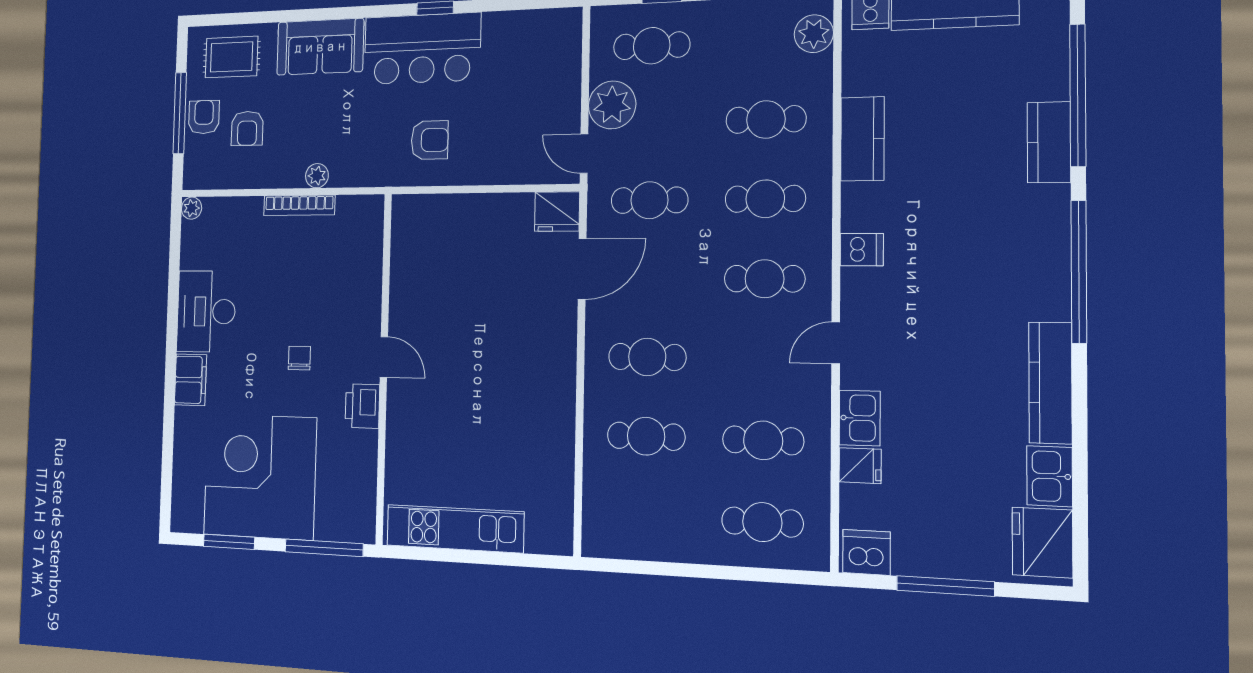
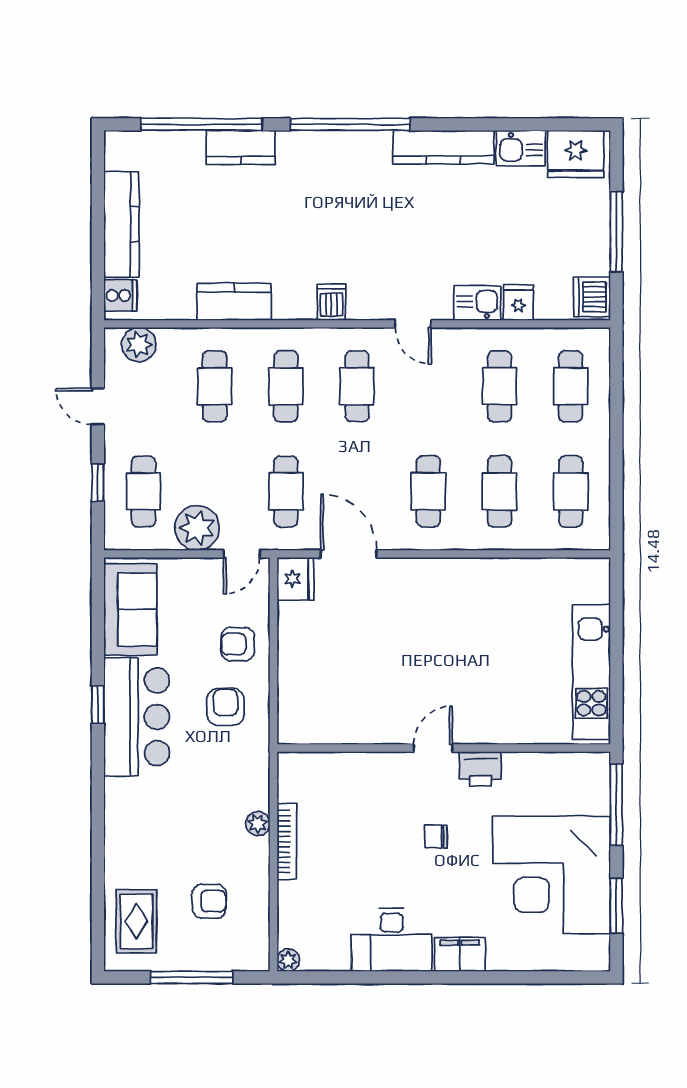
sofa: (320, 47) -> (130, 609), moved
armchair: (204, 117) -> (238, 644), moved
cafe table: (645, 516) -> (571, 491), added

